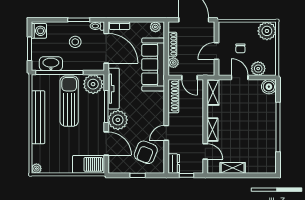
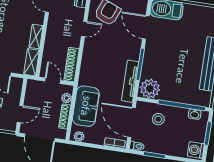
stool: (75, 42) -> (158, 119), moved
door: (217, 51) -> (20, 114), moved
washbasin: (51, 64) -> (195, 114), width x0.52, depth x0.69
sofa: (153, 65) -> (86, 106), width x0.73
sun lounger: (69, 101) -> (176, 75), removed
plant: (118, 120) -> (131, 49), removed
shelving: (212, 130) -> (36, 37), moved

